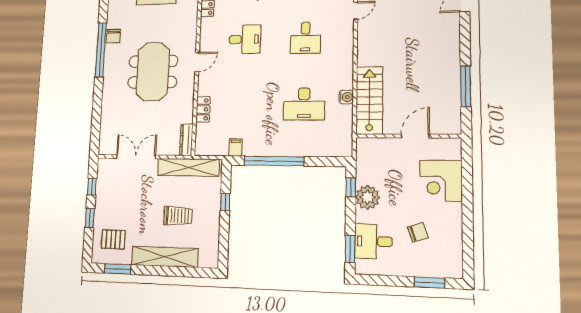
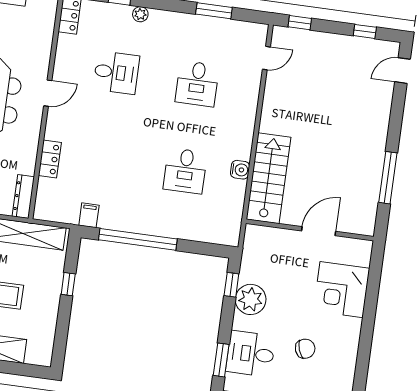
desk: (304, 104) -> (185, 171), width x0.73

